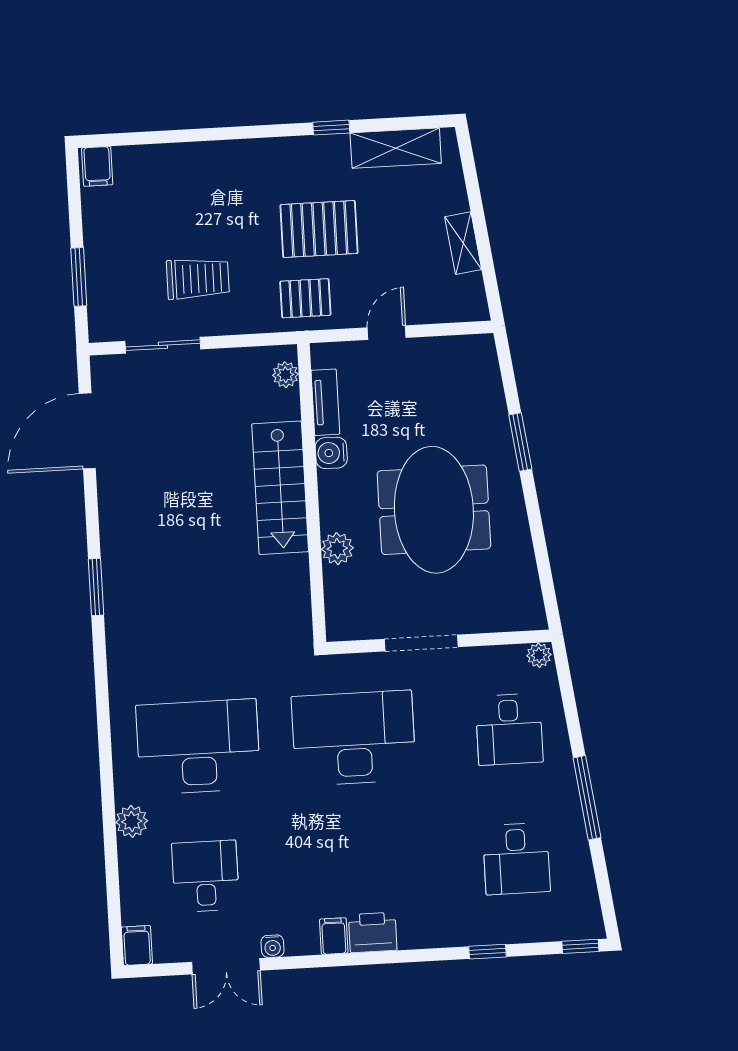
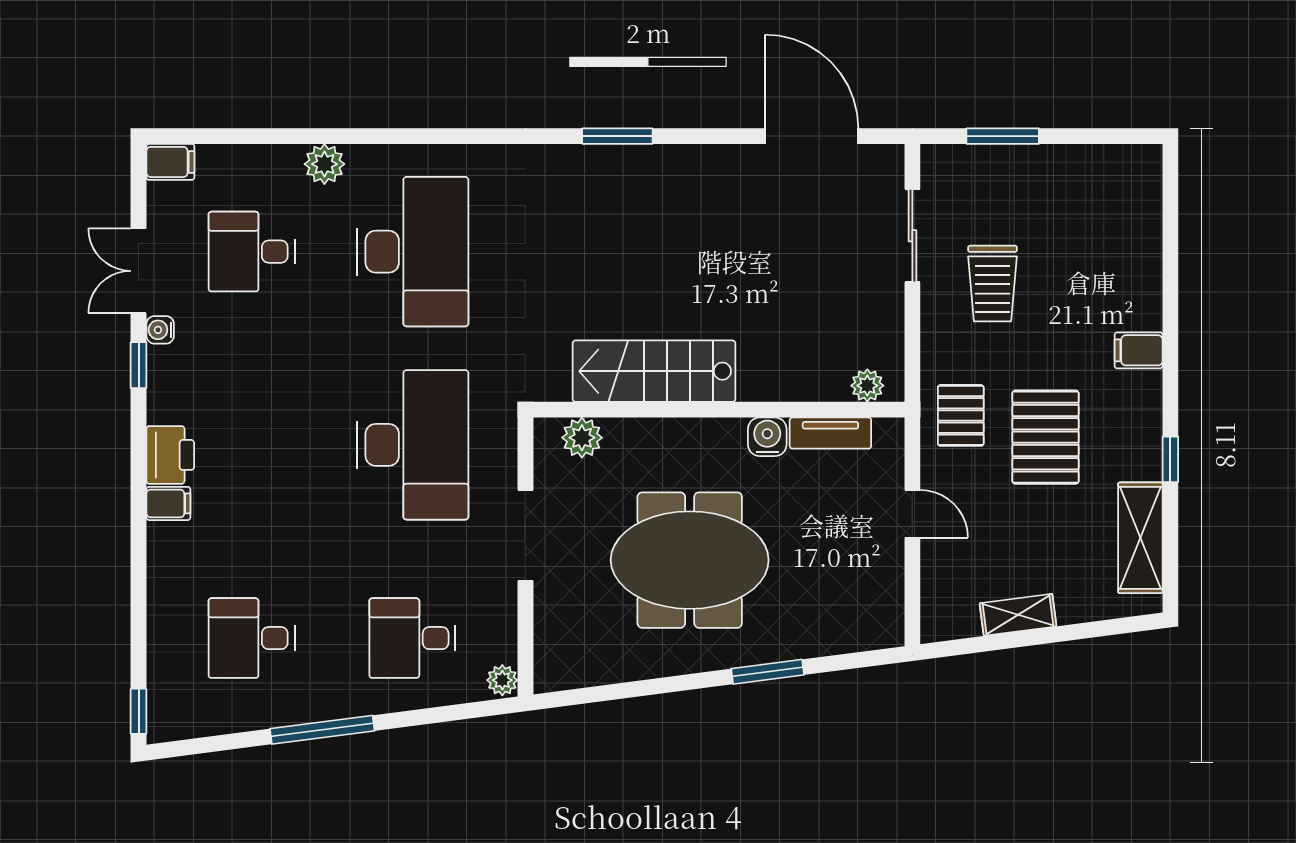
filing cabinet: (97, 166) -> (1139, 350), moved
stairs: (280, 488) -> (654, 371), moved
plant: (337, 549) -> (582, 438), moved
desk: (205, 876) -> (252, 252), turned 180
filing cabinet: (334, 936) -> (168, 503), moved
window: (487, 952) -> (139, 365), moved

